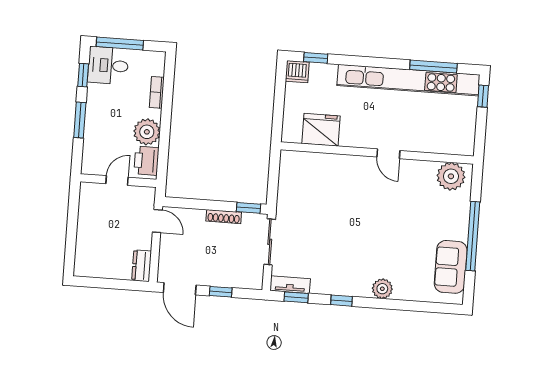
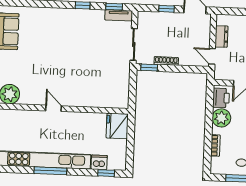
window: (433, 67) -> (50, 171), moved
dishwasher: (297, 72) -> (99, 162), moved
fridge: (321, 130) -> (117, 126), moved, turned 90
dresser: (142, 266) -> (221, 36), moved
plant: (382, 289) -> (55, 15), removed

